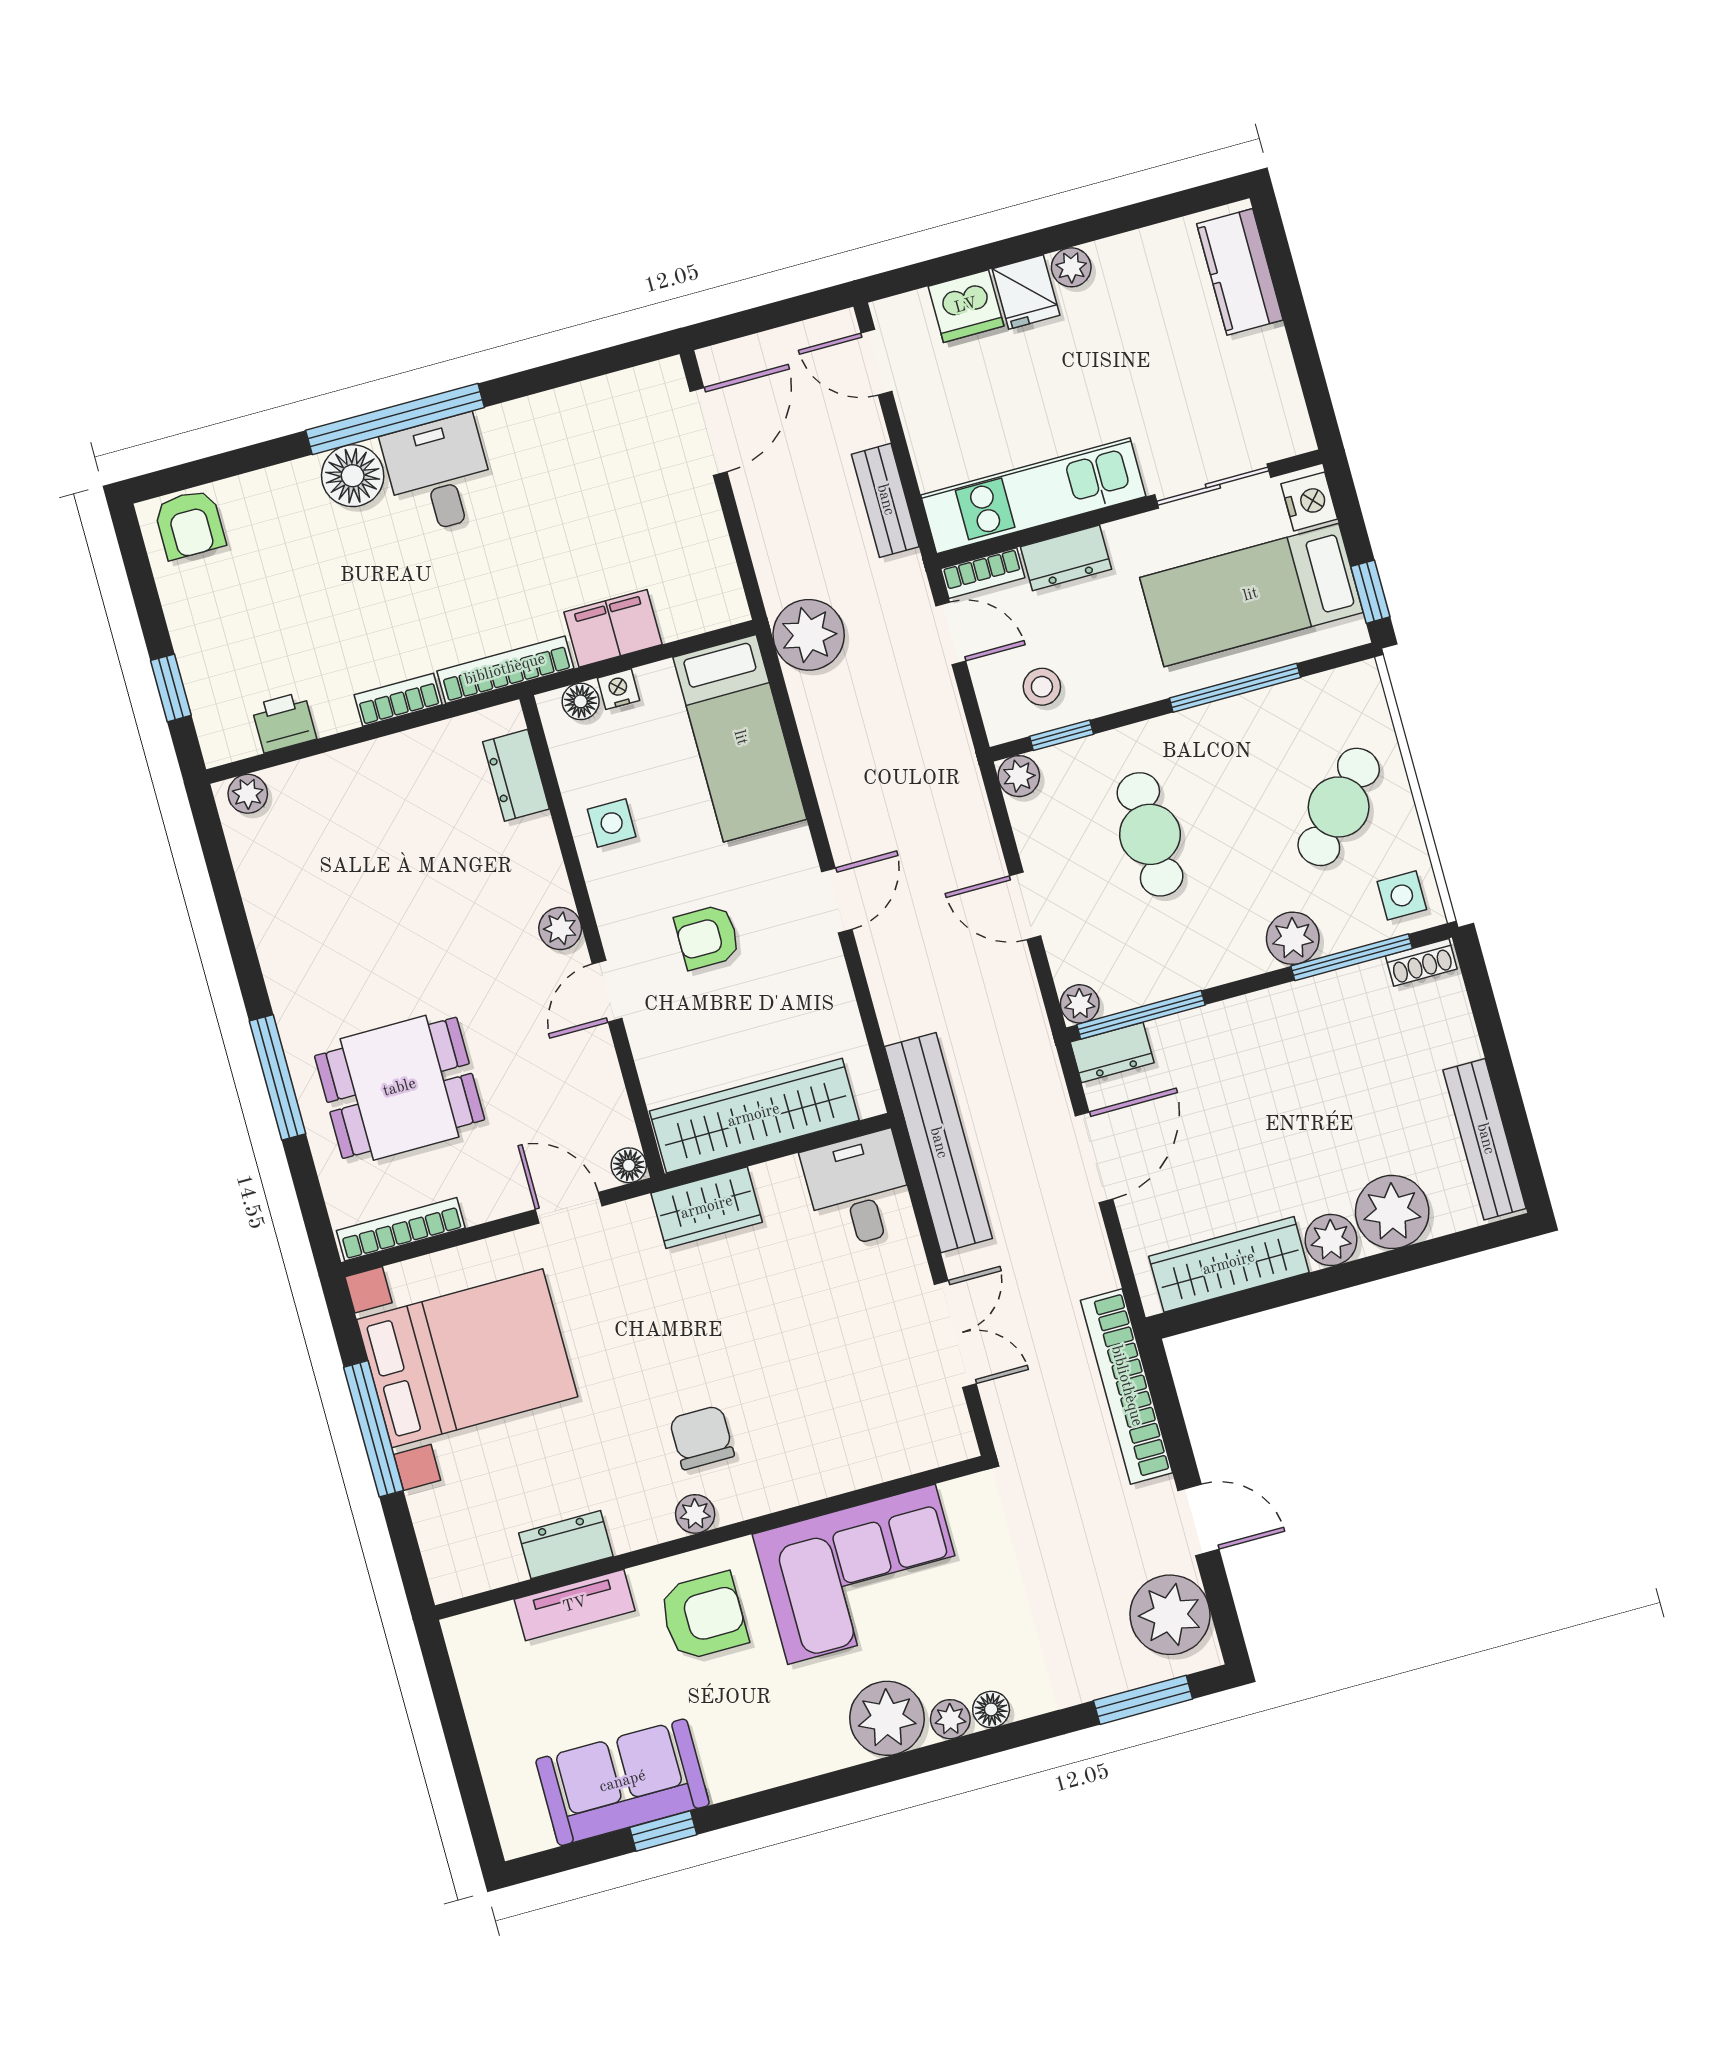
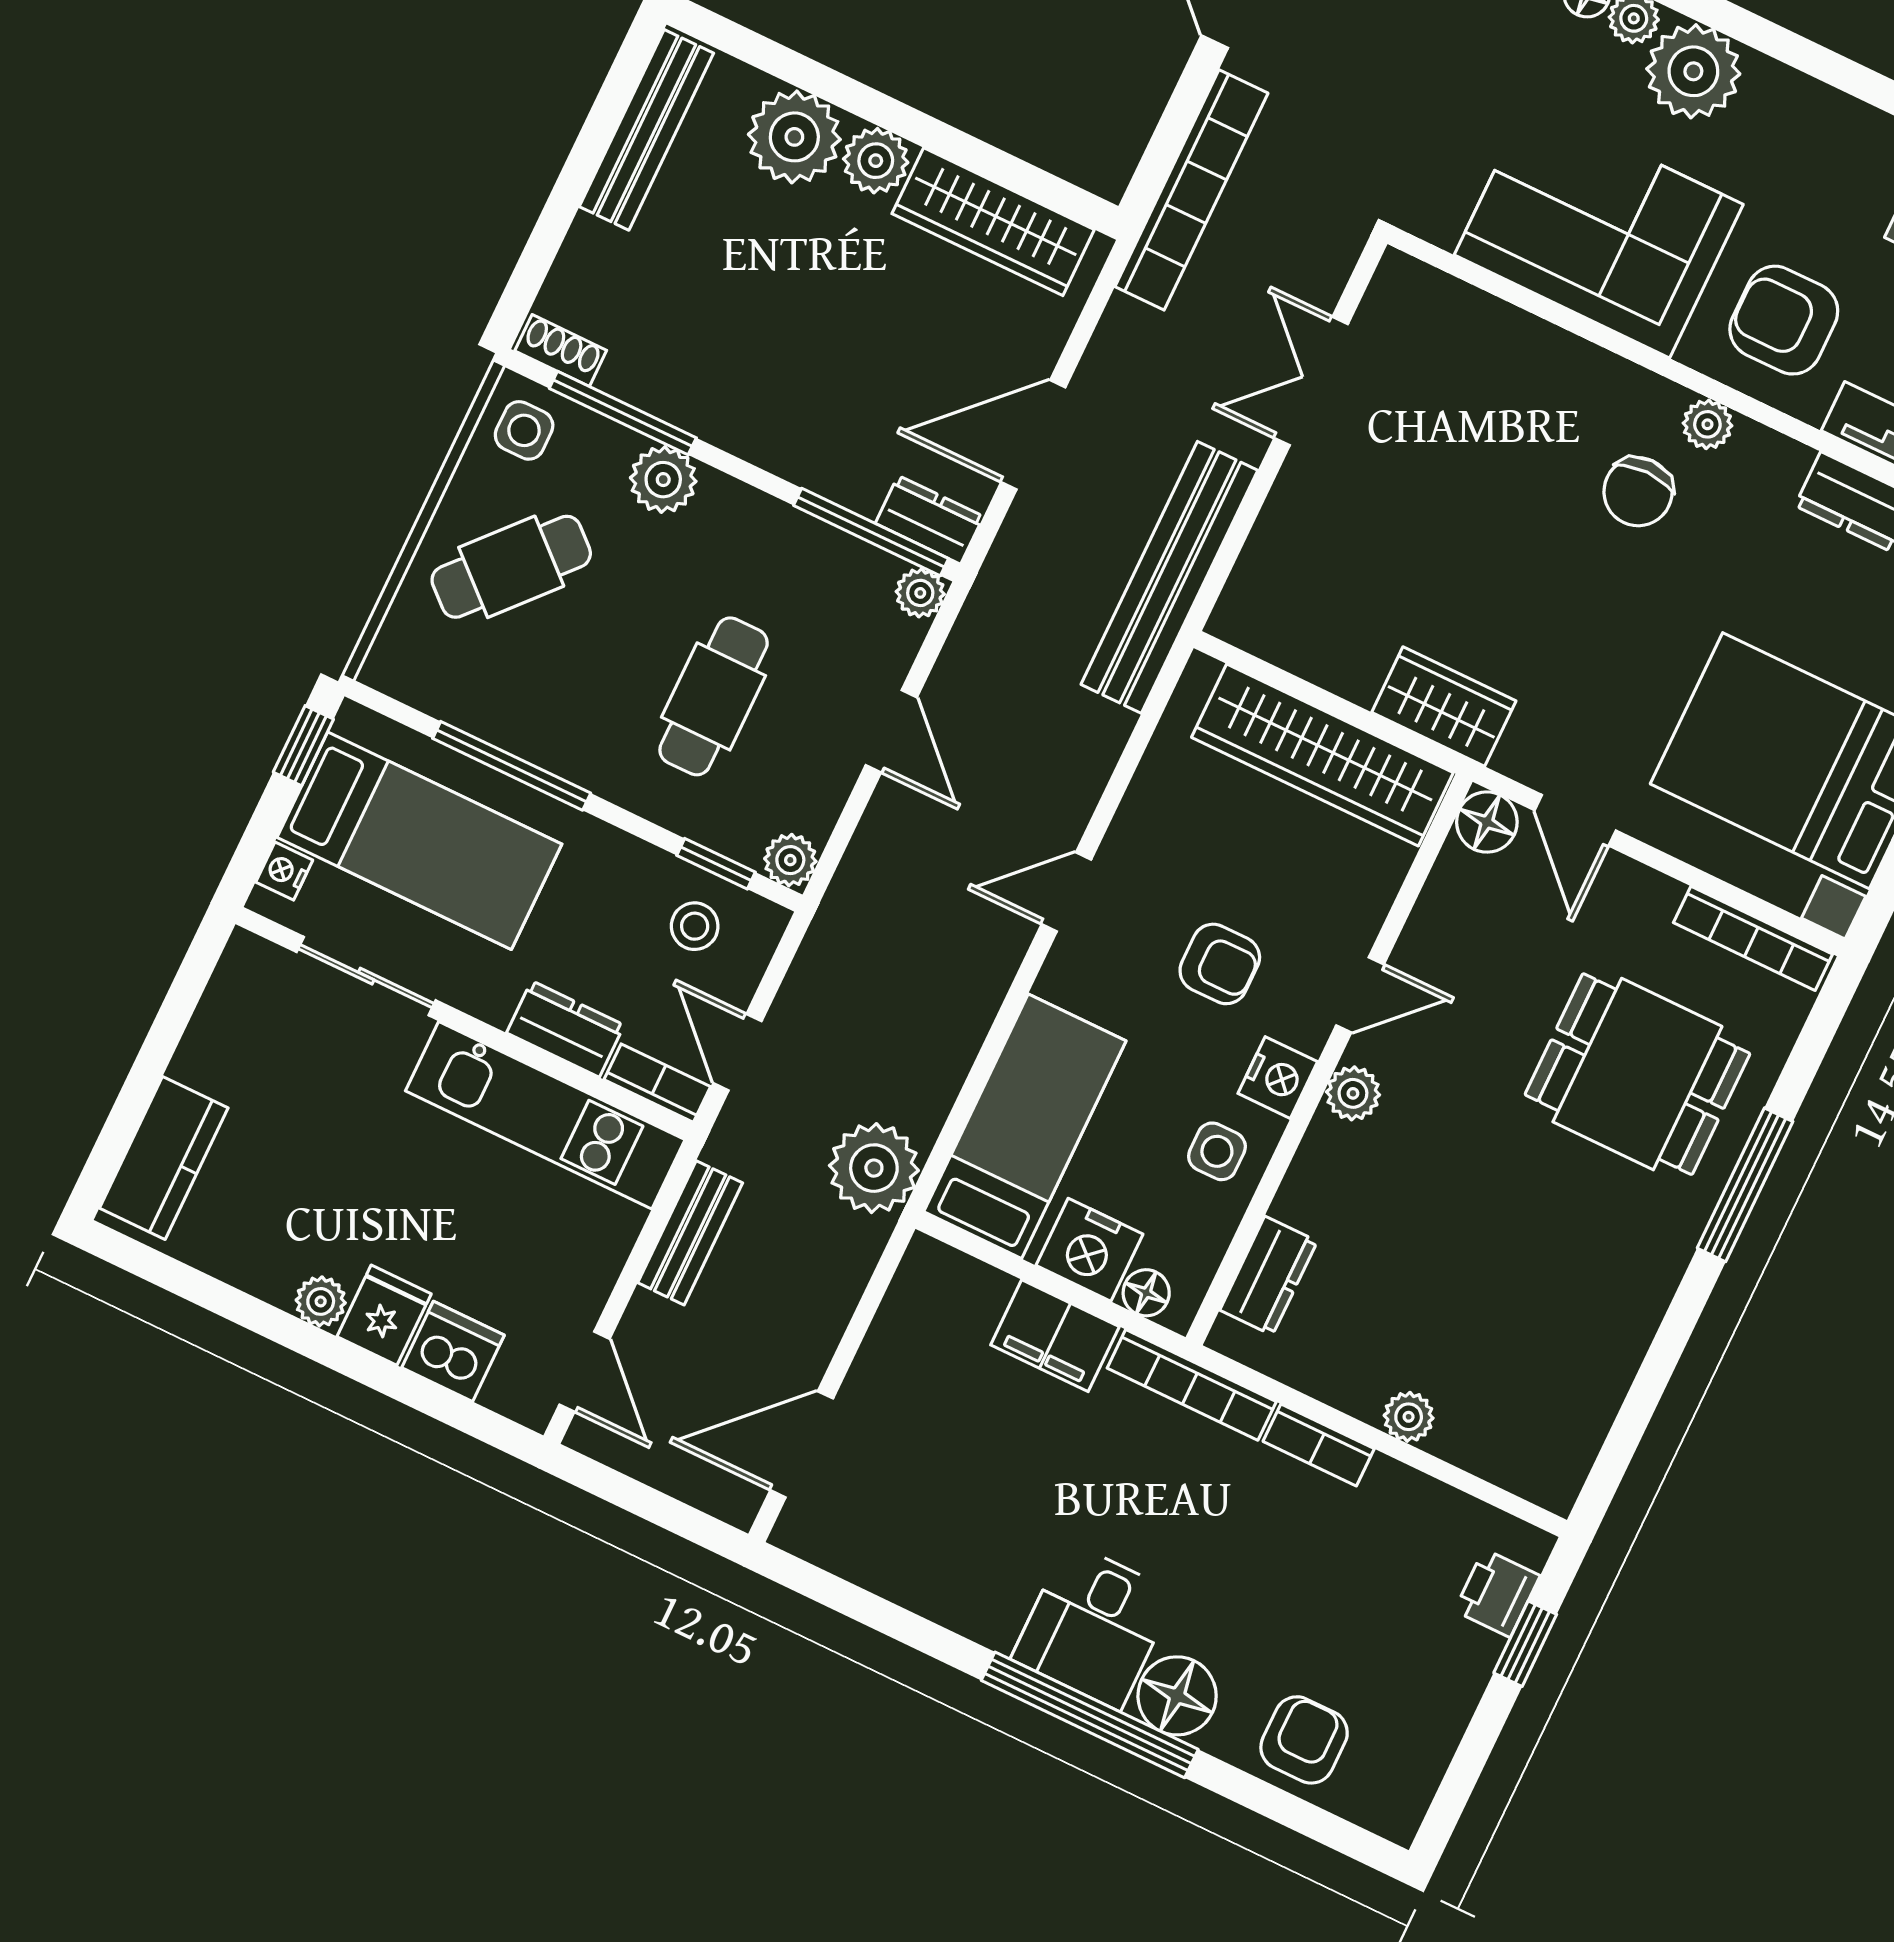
nightstand: (1309, 501) -> (284, 871), width x0.72, depth x0.74
armchair: (190, 524) -> (1304, 1740), moved
nightstand: (618, 689) -> (1089, 1250), width x1.89, depth x1.79
printer: (284, 722) -> (1497, 1593), moved, turned 90
plant: (248, 794) -> (1409, 1417), moved
nightstand: (614, 899) -> (1278, 1078), added
floor lamp: (629, 1165) -> (1487, 822), width x1.37, depth x1.37
desk: (858, 1190) -> (1285, 598), removed

